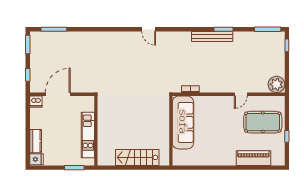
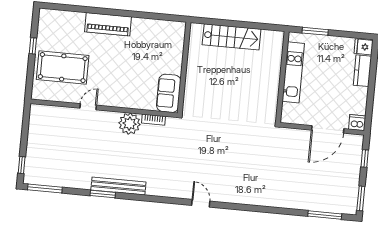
plant: (277, 84) -> (130, 124), moved
sofa: (183, 122) -> (169, 93), width x0.54, depth x0.79
piano: (253, 158) -> (108, 24), moved

